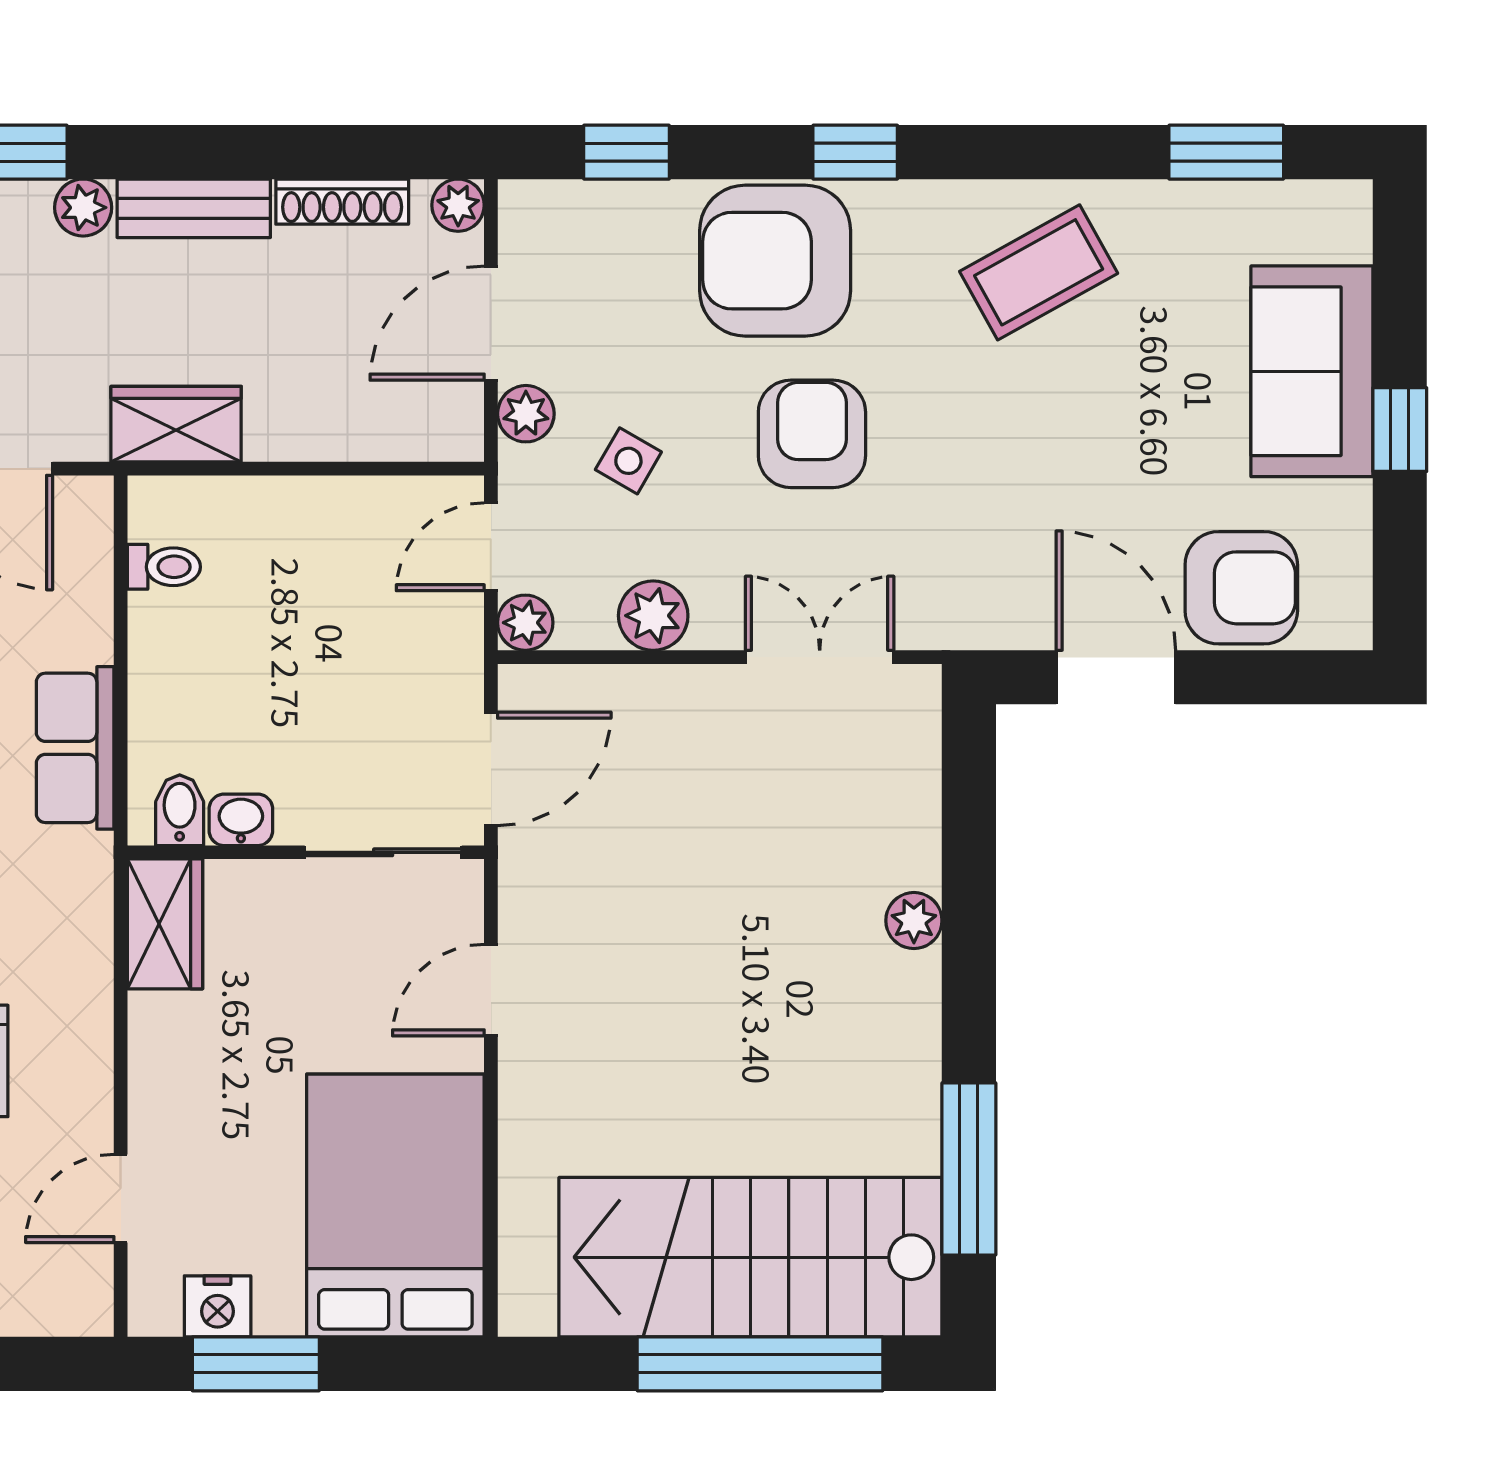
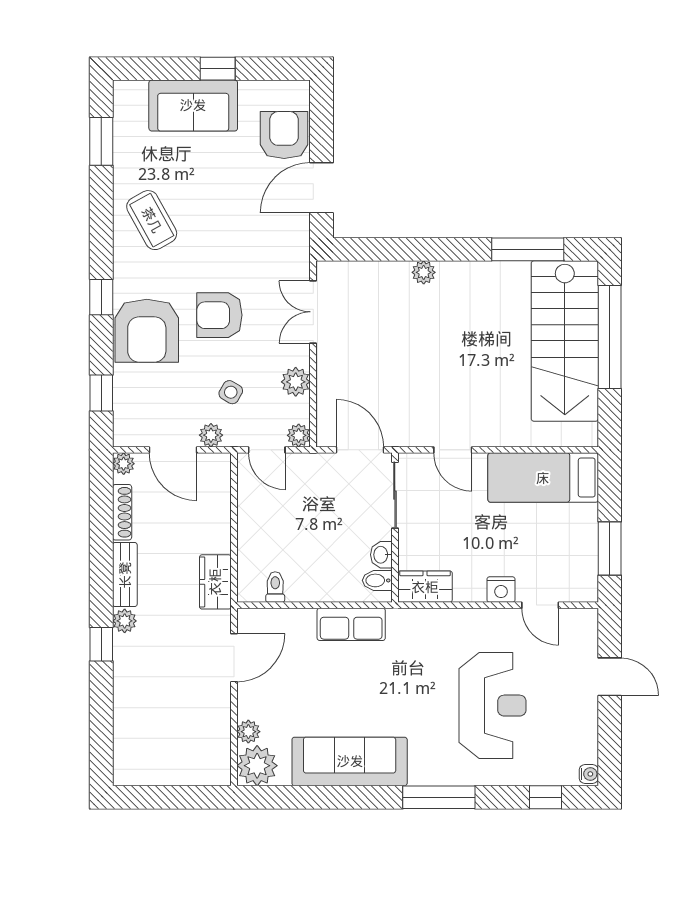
bed: (395, 1206) -> (543, 478), width x0.67
nightstand: (218, 1306) -> (501, 590), moved, turned 90

